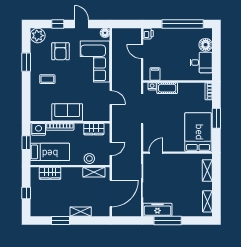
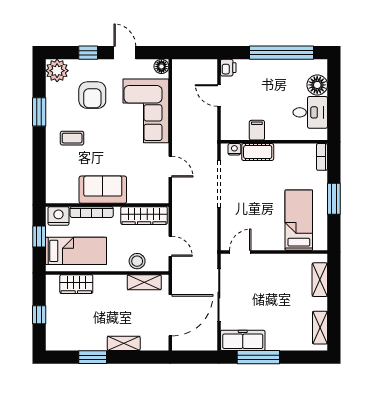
filing cabinet: (155, 74) -> (257, 130), moved
wardrobe: (94, 129) -> (144, 216), width x1.50
bed: (198, 132) -> (299, 220), width x0.67
door: (111, 149) -> (170, 246), hinge flipped

